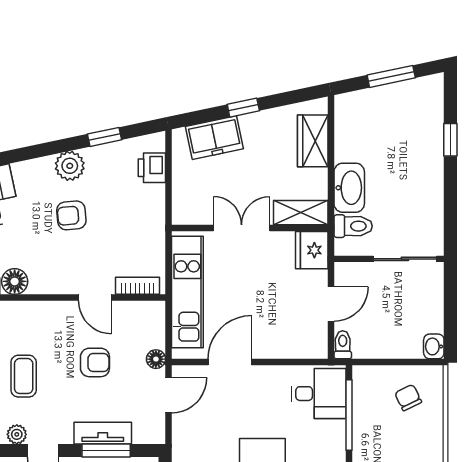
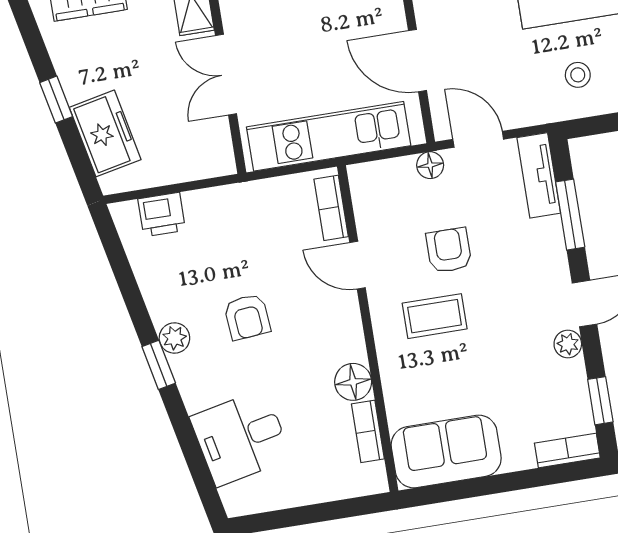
window: (105, 137) -> (159, 365), moved
plant: (70, 166) -> (174, 338), width x0.73, depth x0.73
door: (95, 298) -> (357, 265), swing flipped
coffee table: (24, 376) -> (435, 316), moved
tv unit: (103, 433) -> (539, 175), moved

